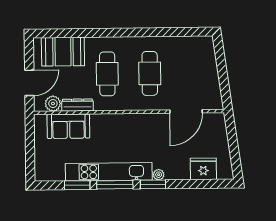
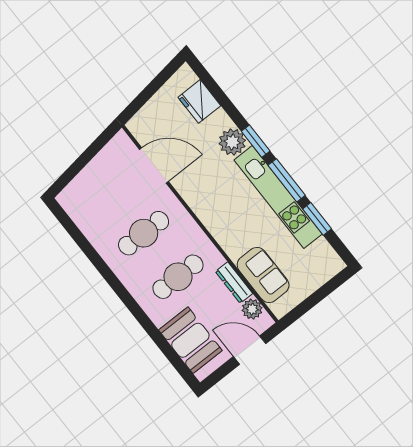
plant: (159, 175) -> (232, 142), width x1.88, depth x1.88

